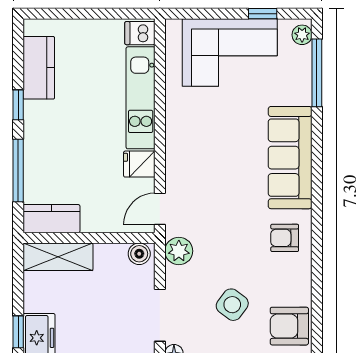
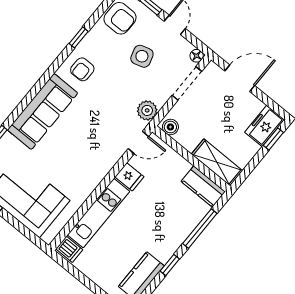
armchair: (285, 238) -> (82, 69), turned 90
window: (317, 269) -> (79, 37), added
side table: (232, 305) -> (142, 56), turned 36

